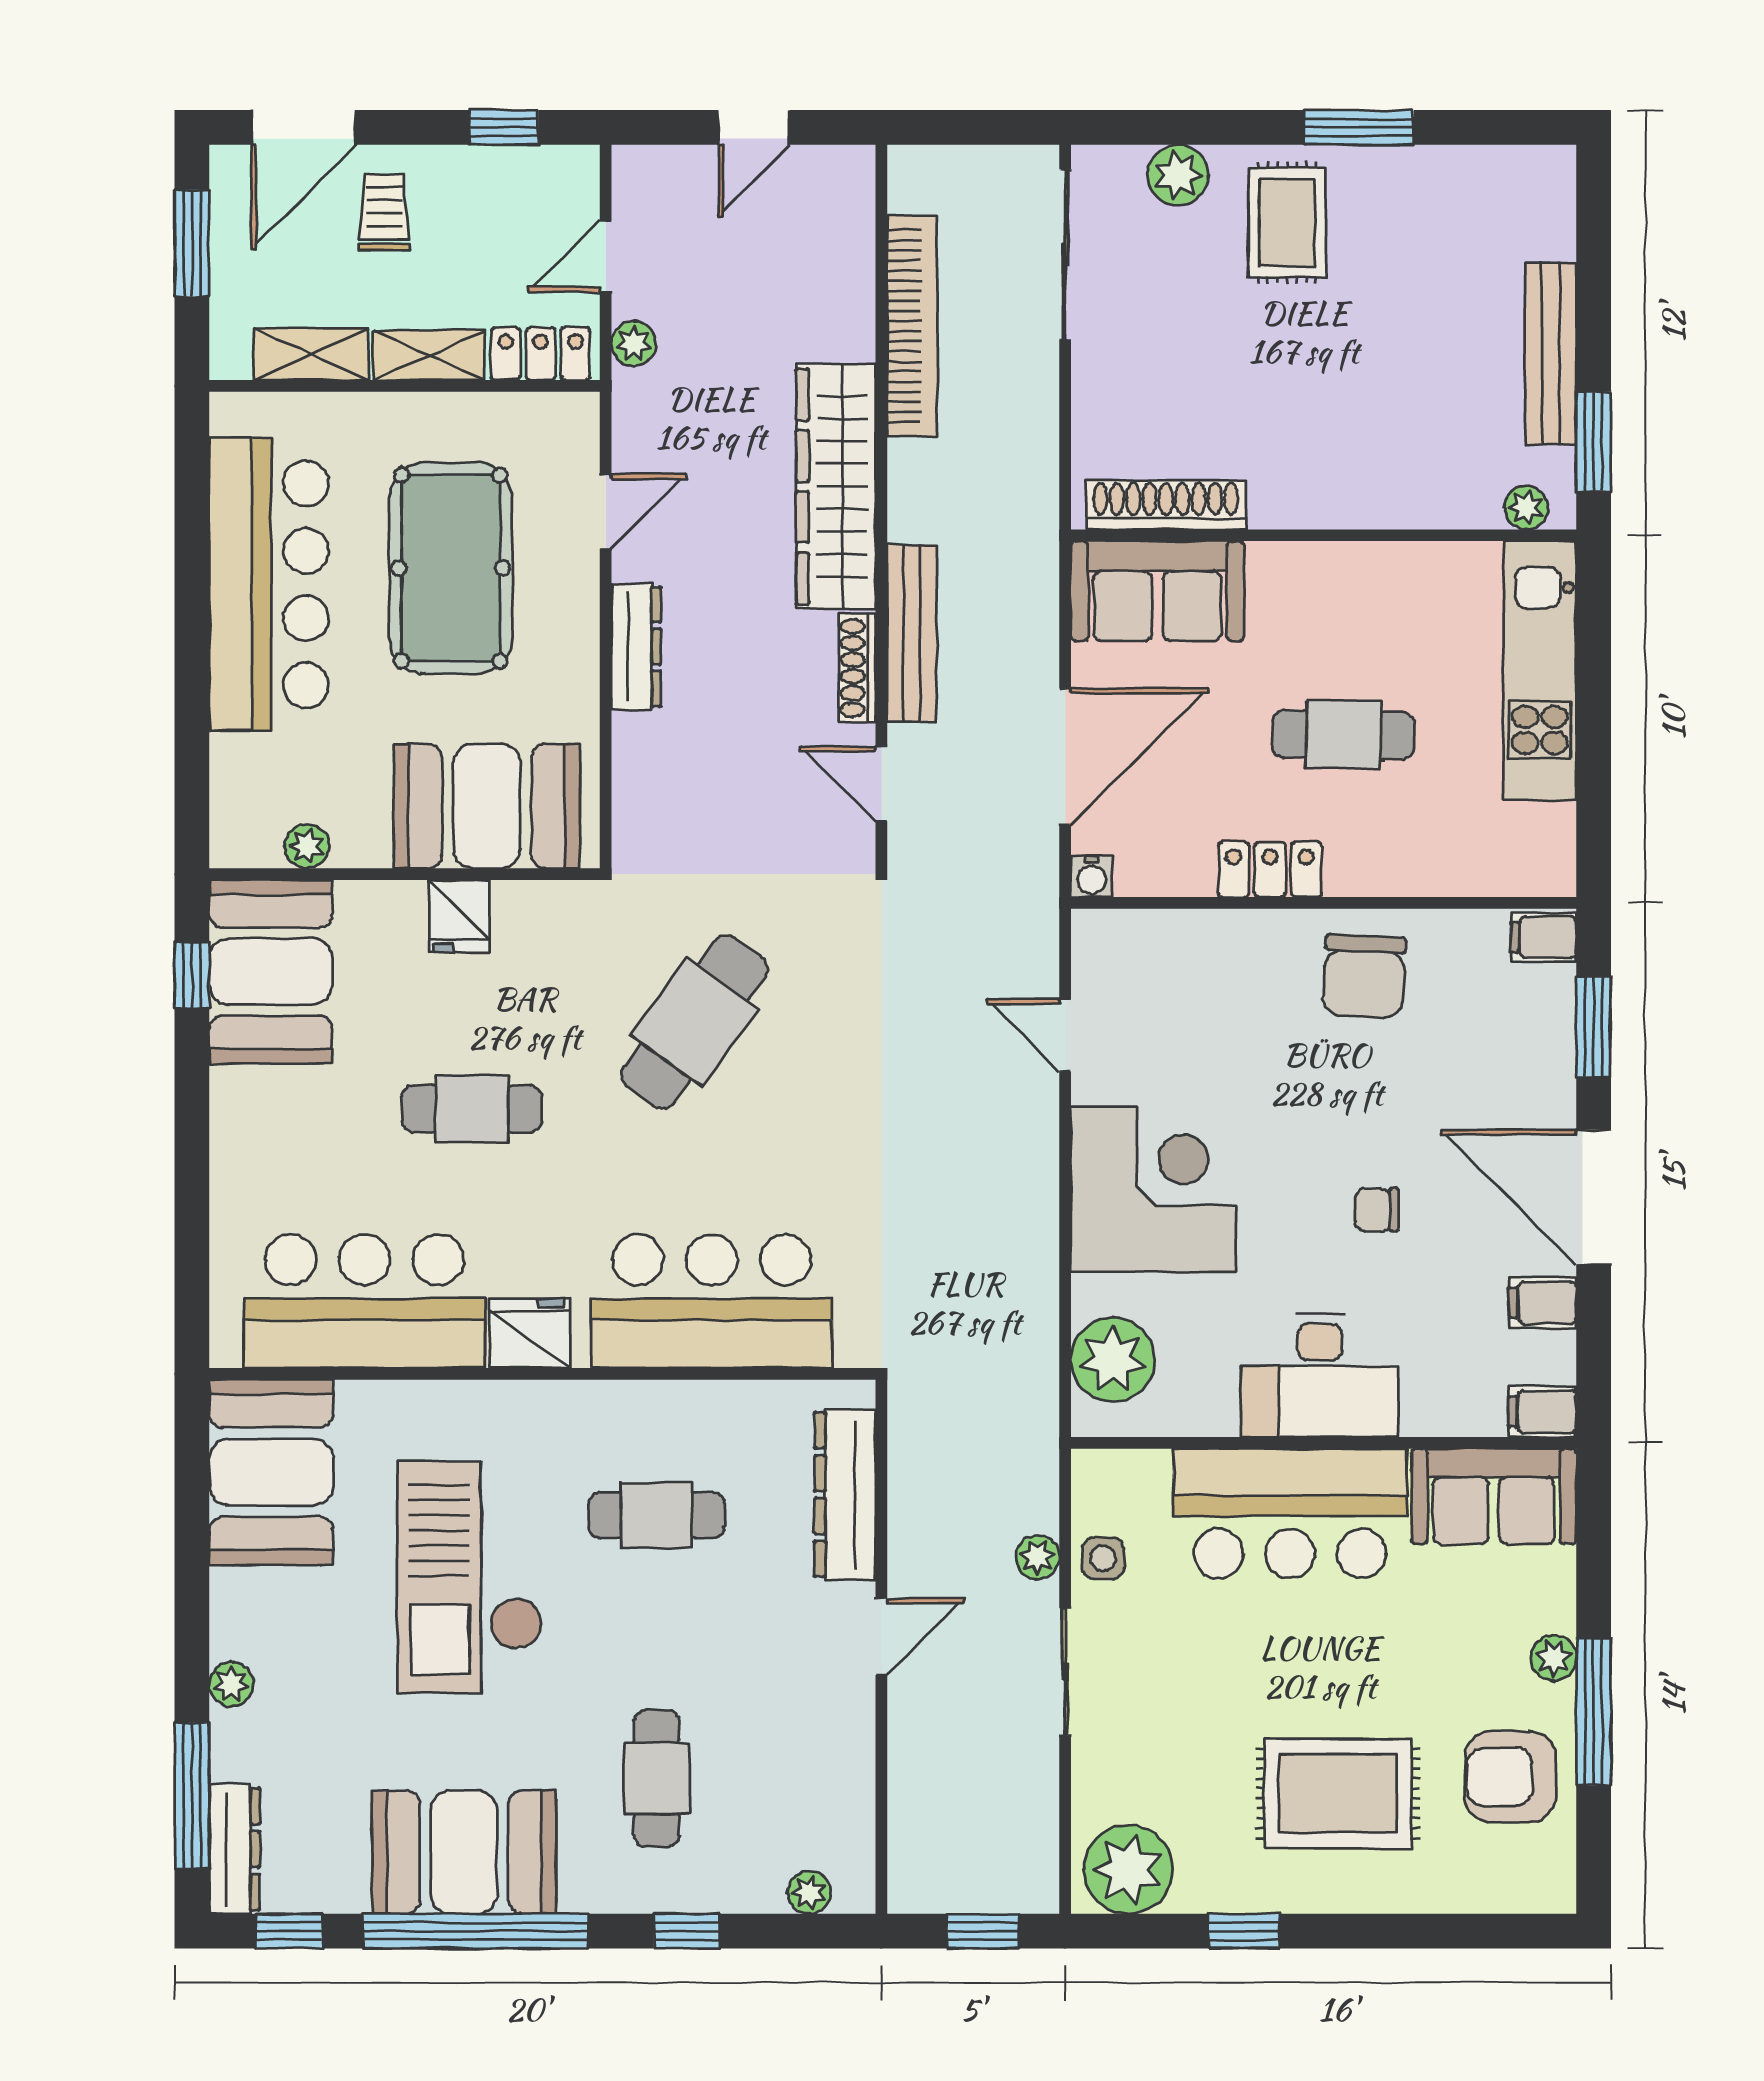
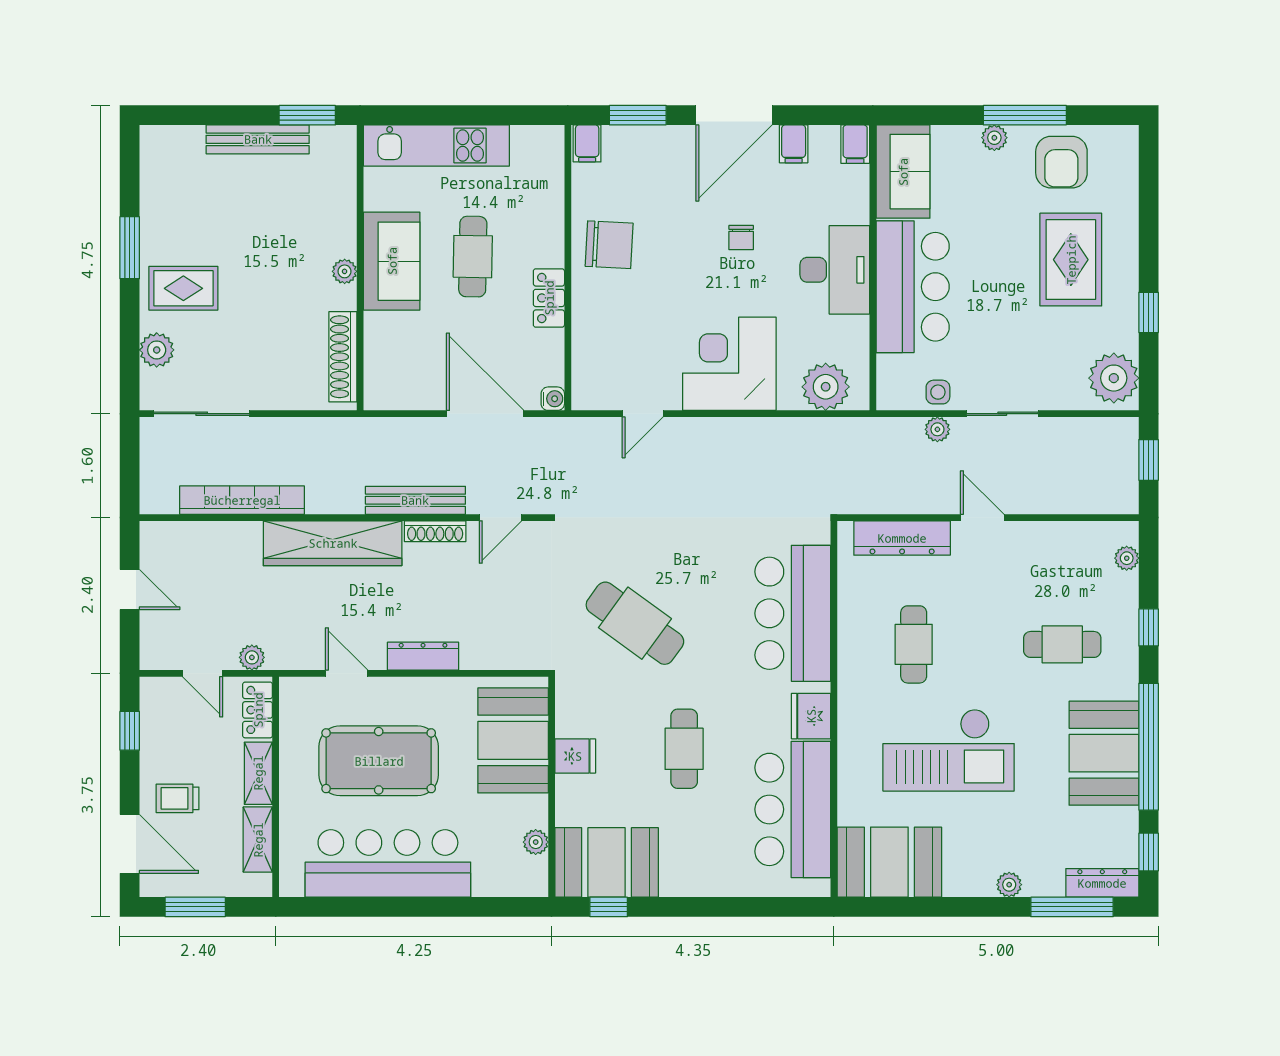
plant: (1526, 508) -> (345, 271), moved
sofa: (1157, 591) -> (392, 261), moved

